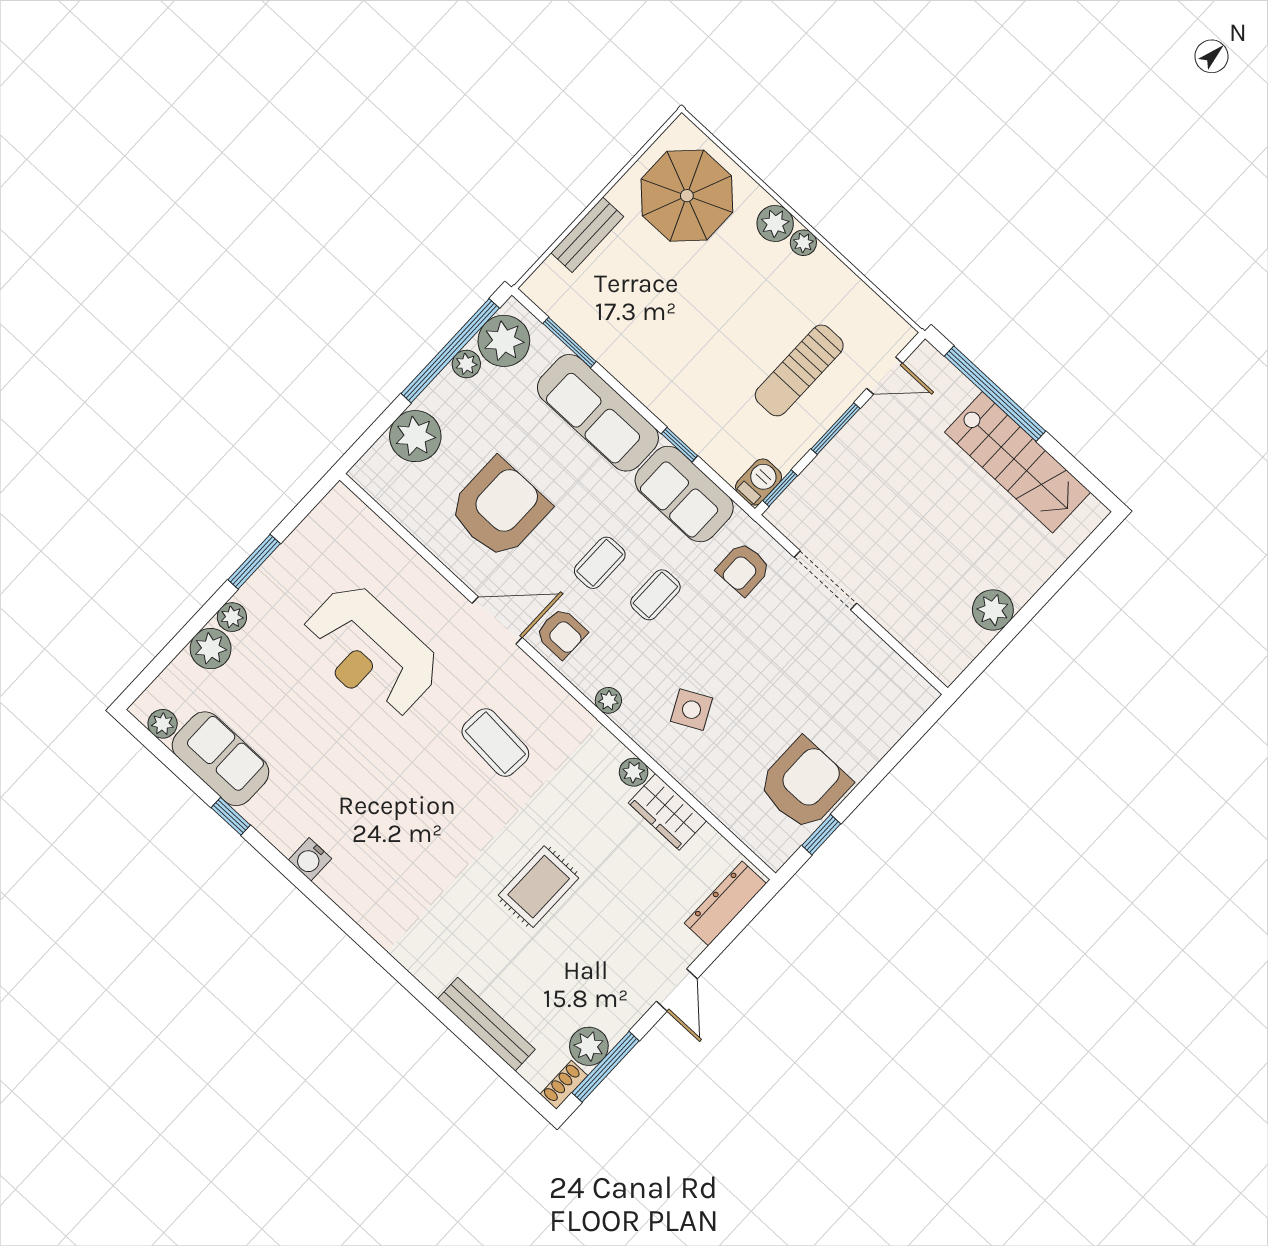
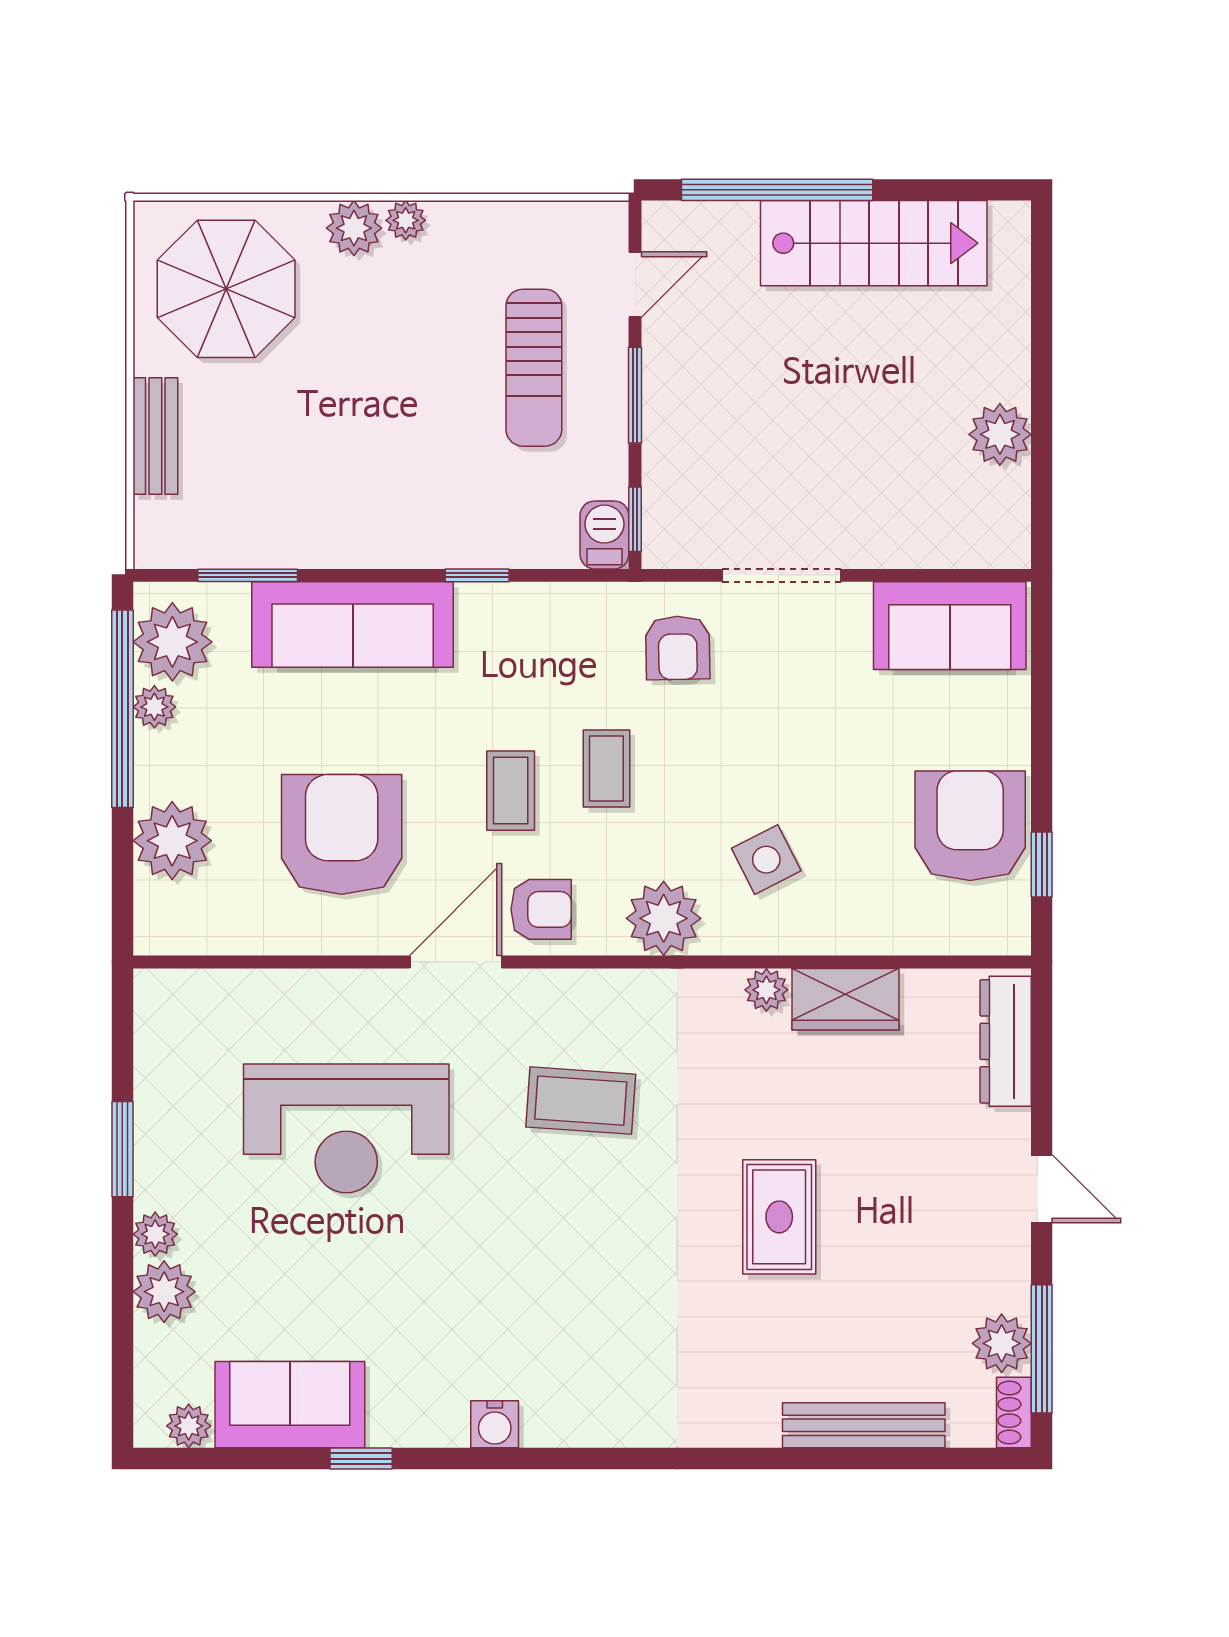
sofa: (684, 494) -> (950, 626), moved
plant: (608, 700) -> (664, 918), width x1.87, depth x1.87

